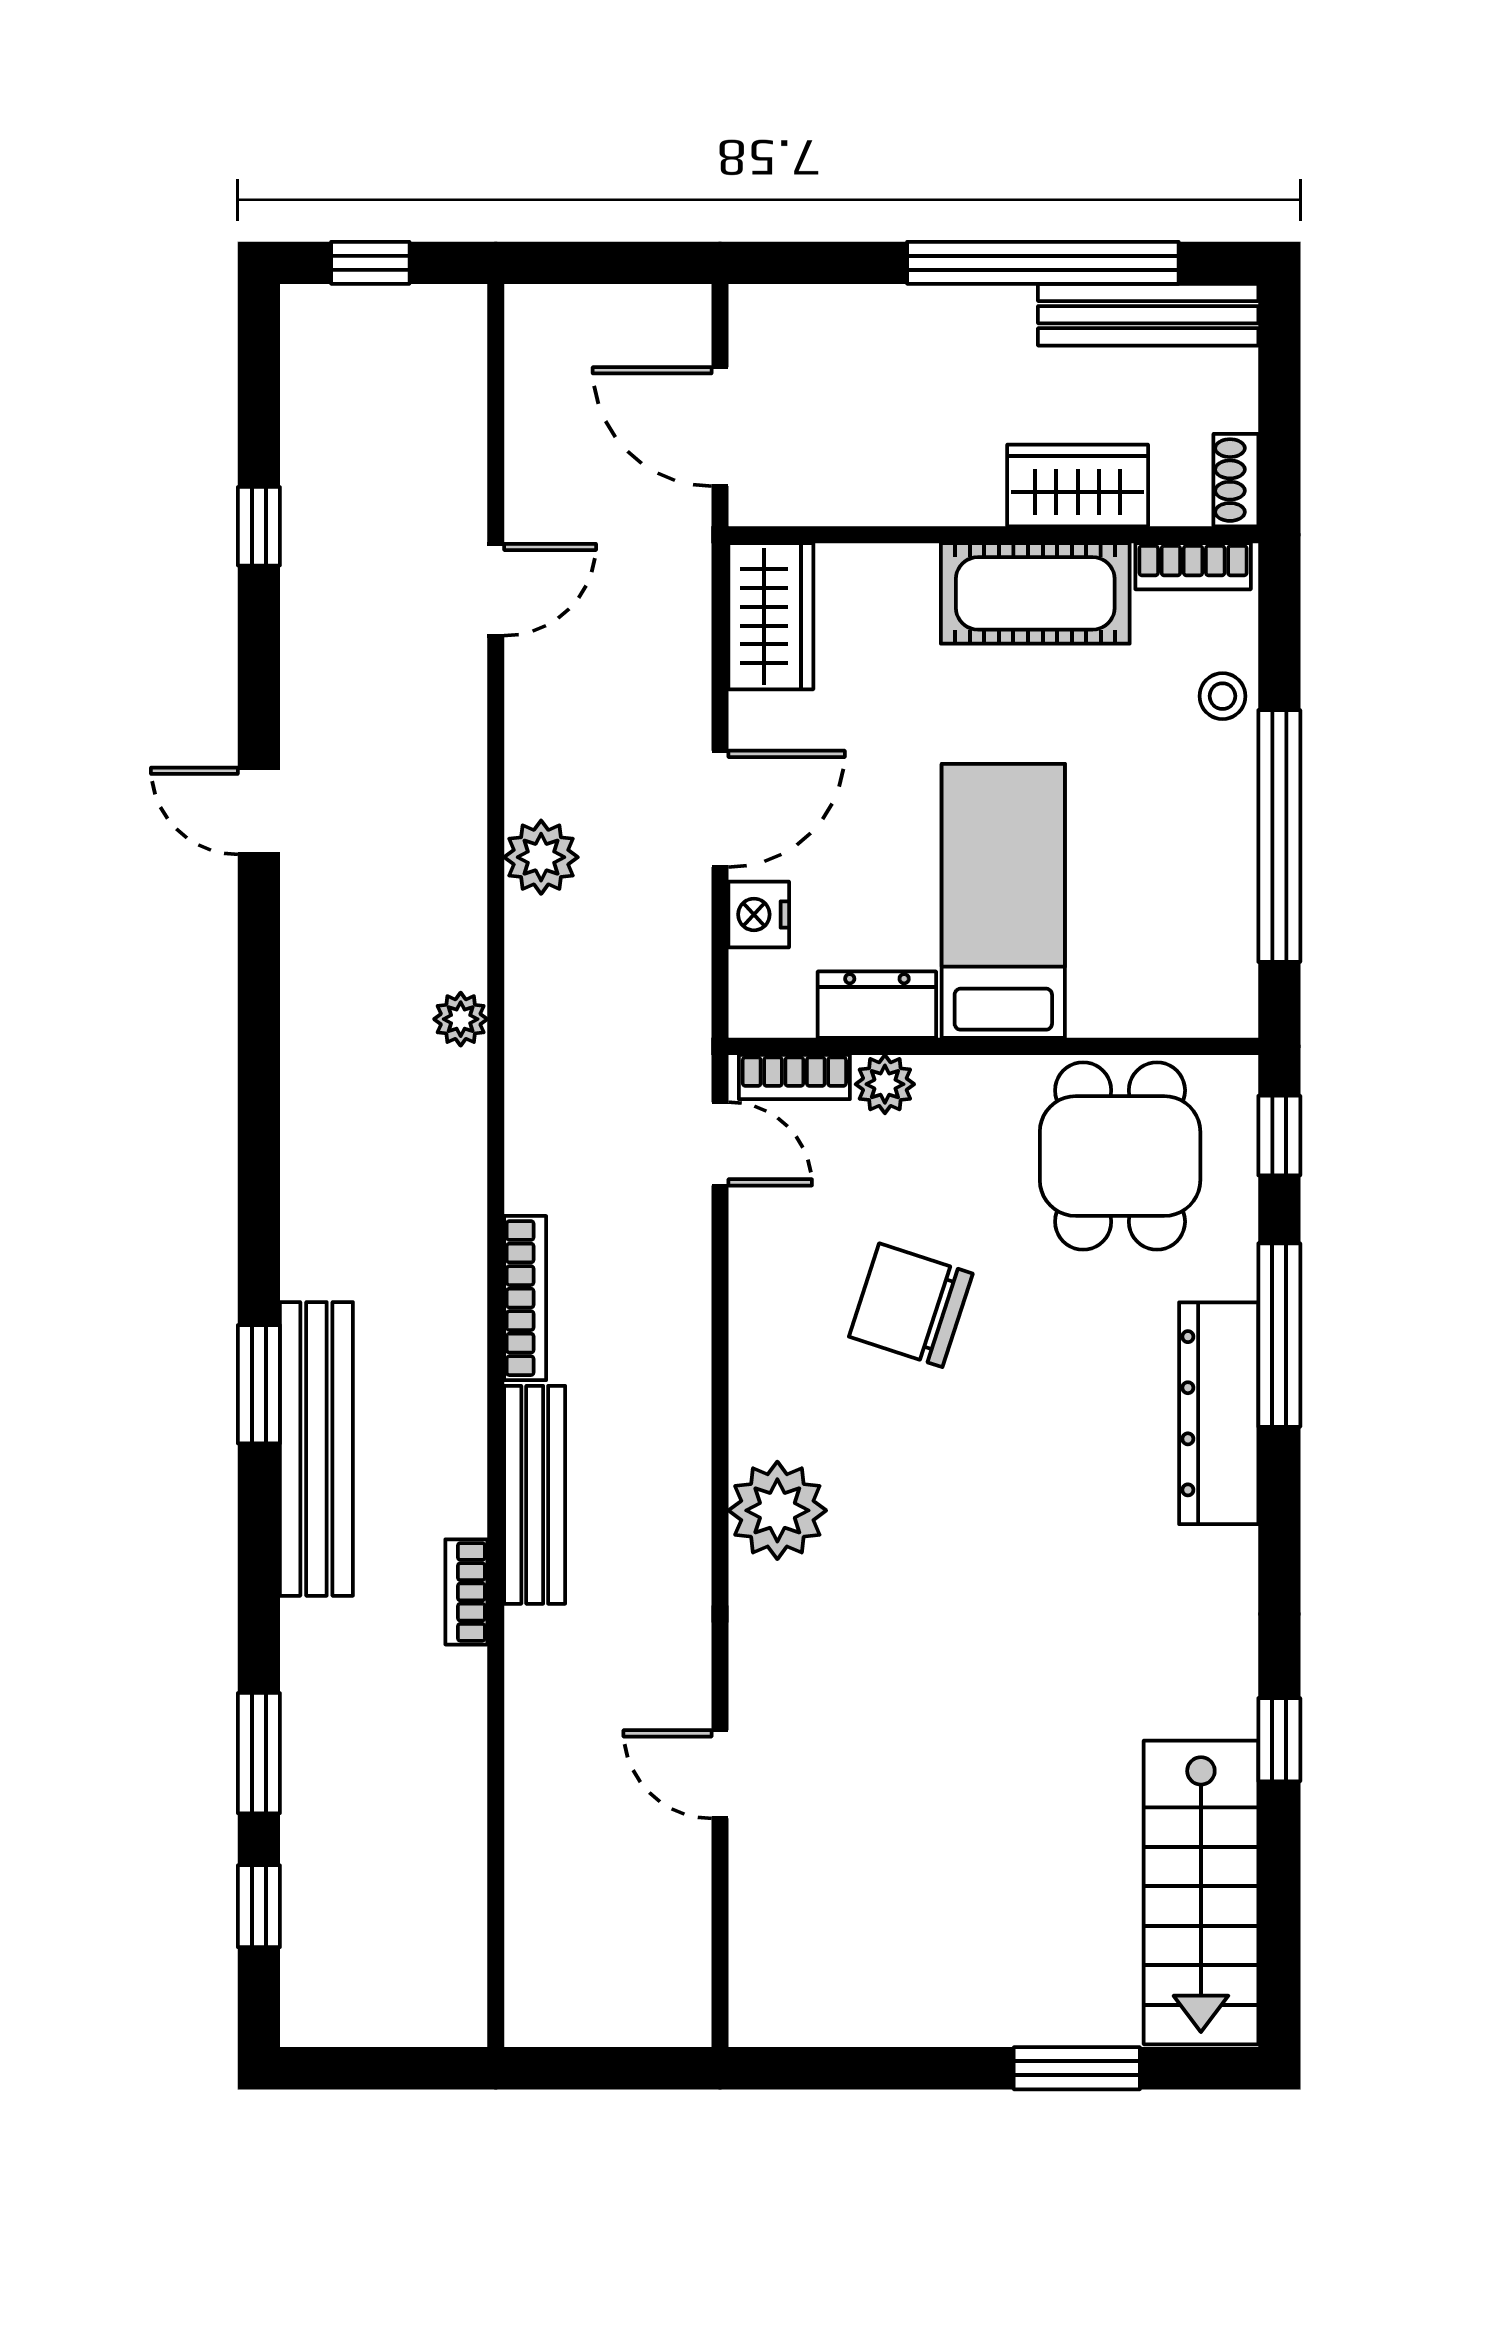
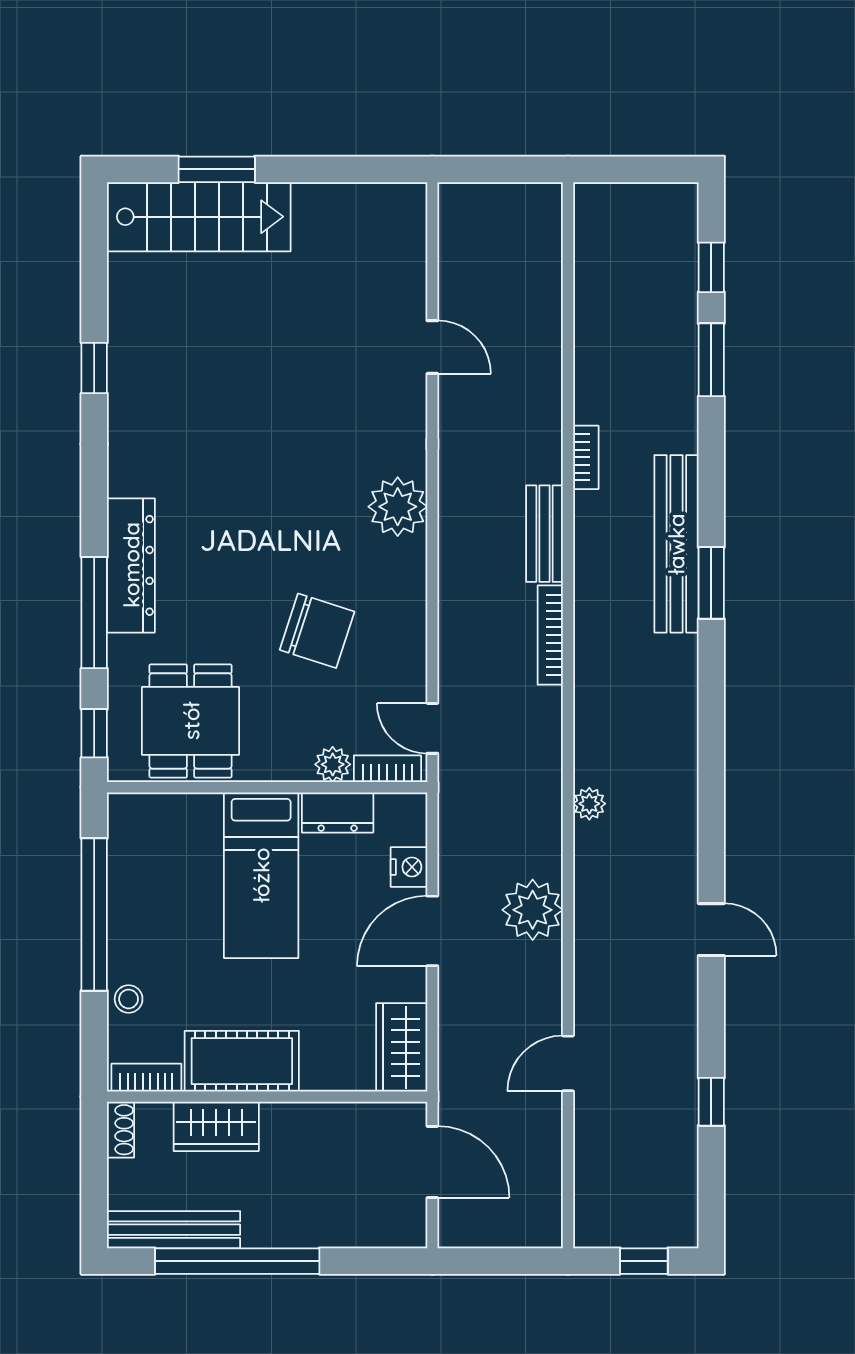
plant: (541, 857) -> (533, 910), width x1.36, depth x1.36
bench: (535, 1495) -> (544, 534), width x0.73
stairs: (1201, 1892) -> (199, 217), moved, turned 90

